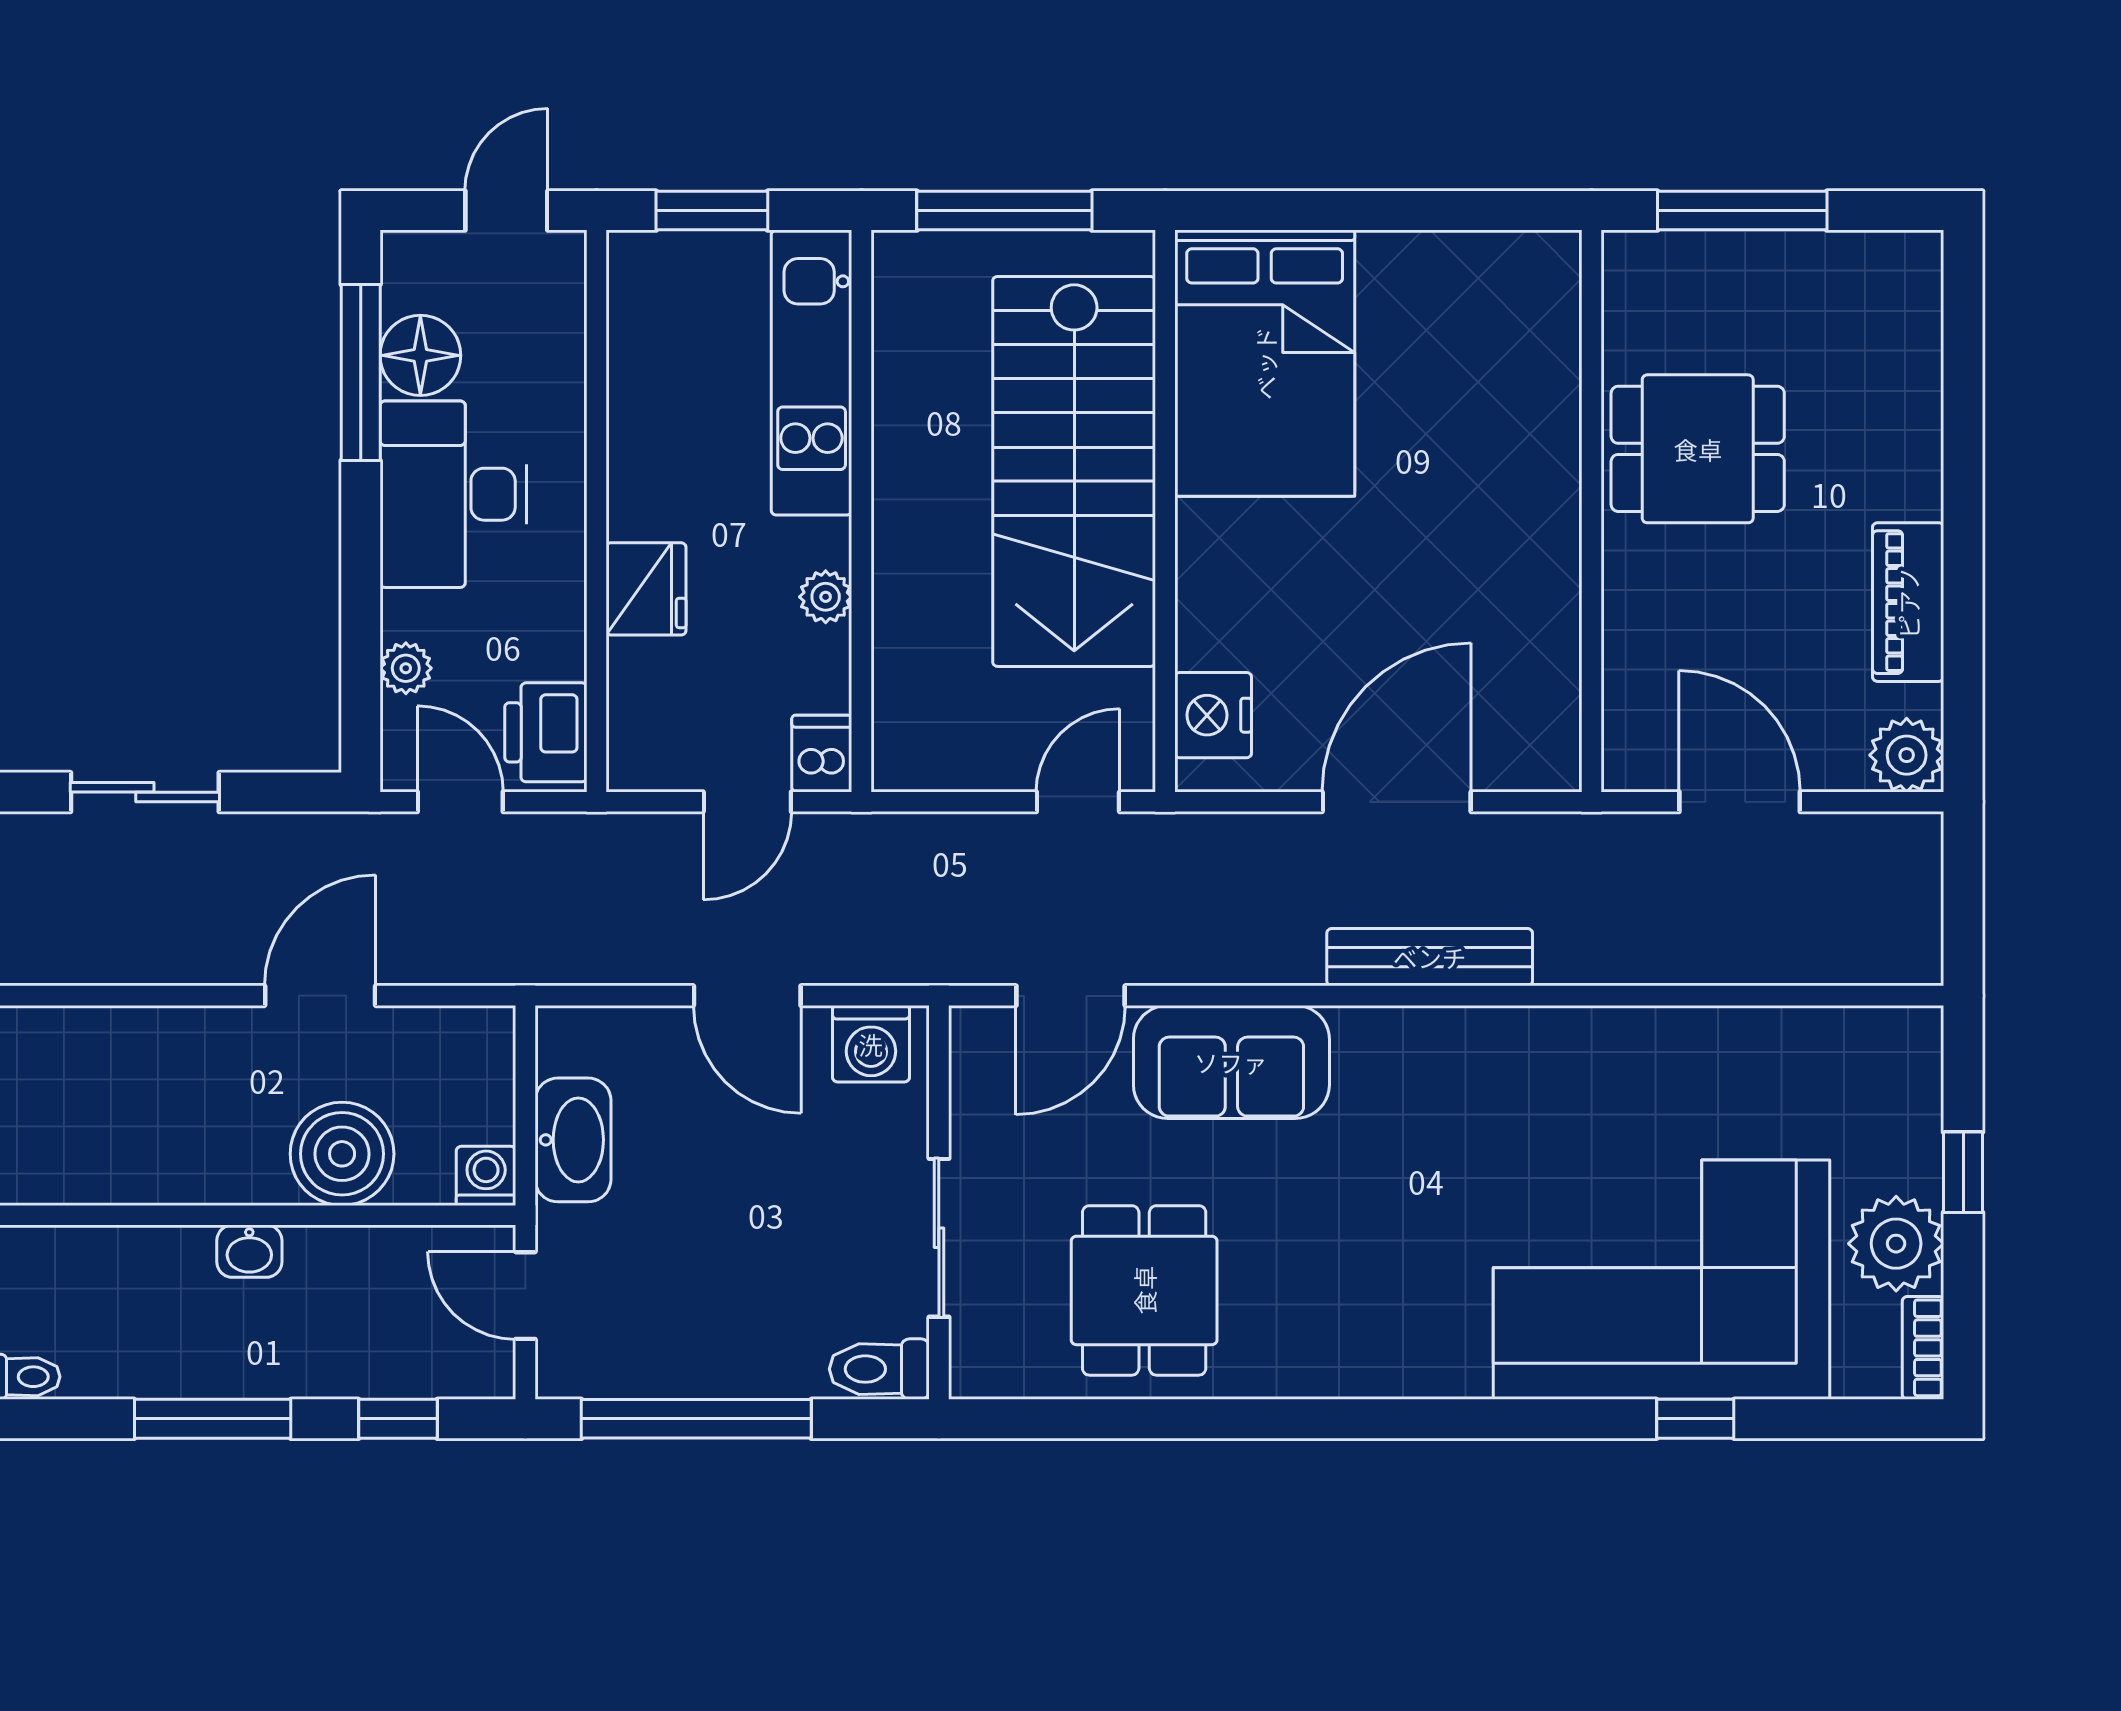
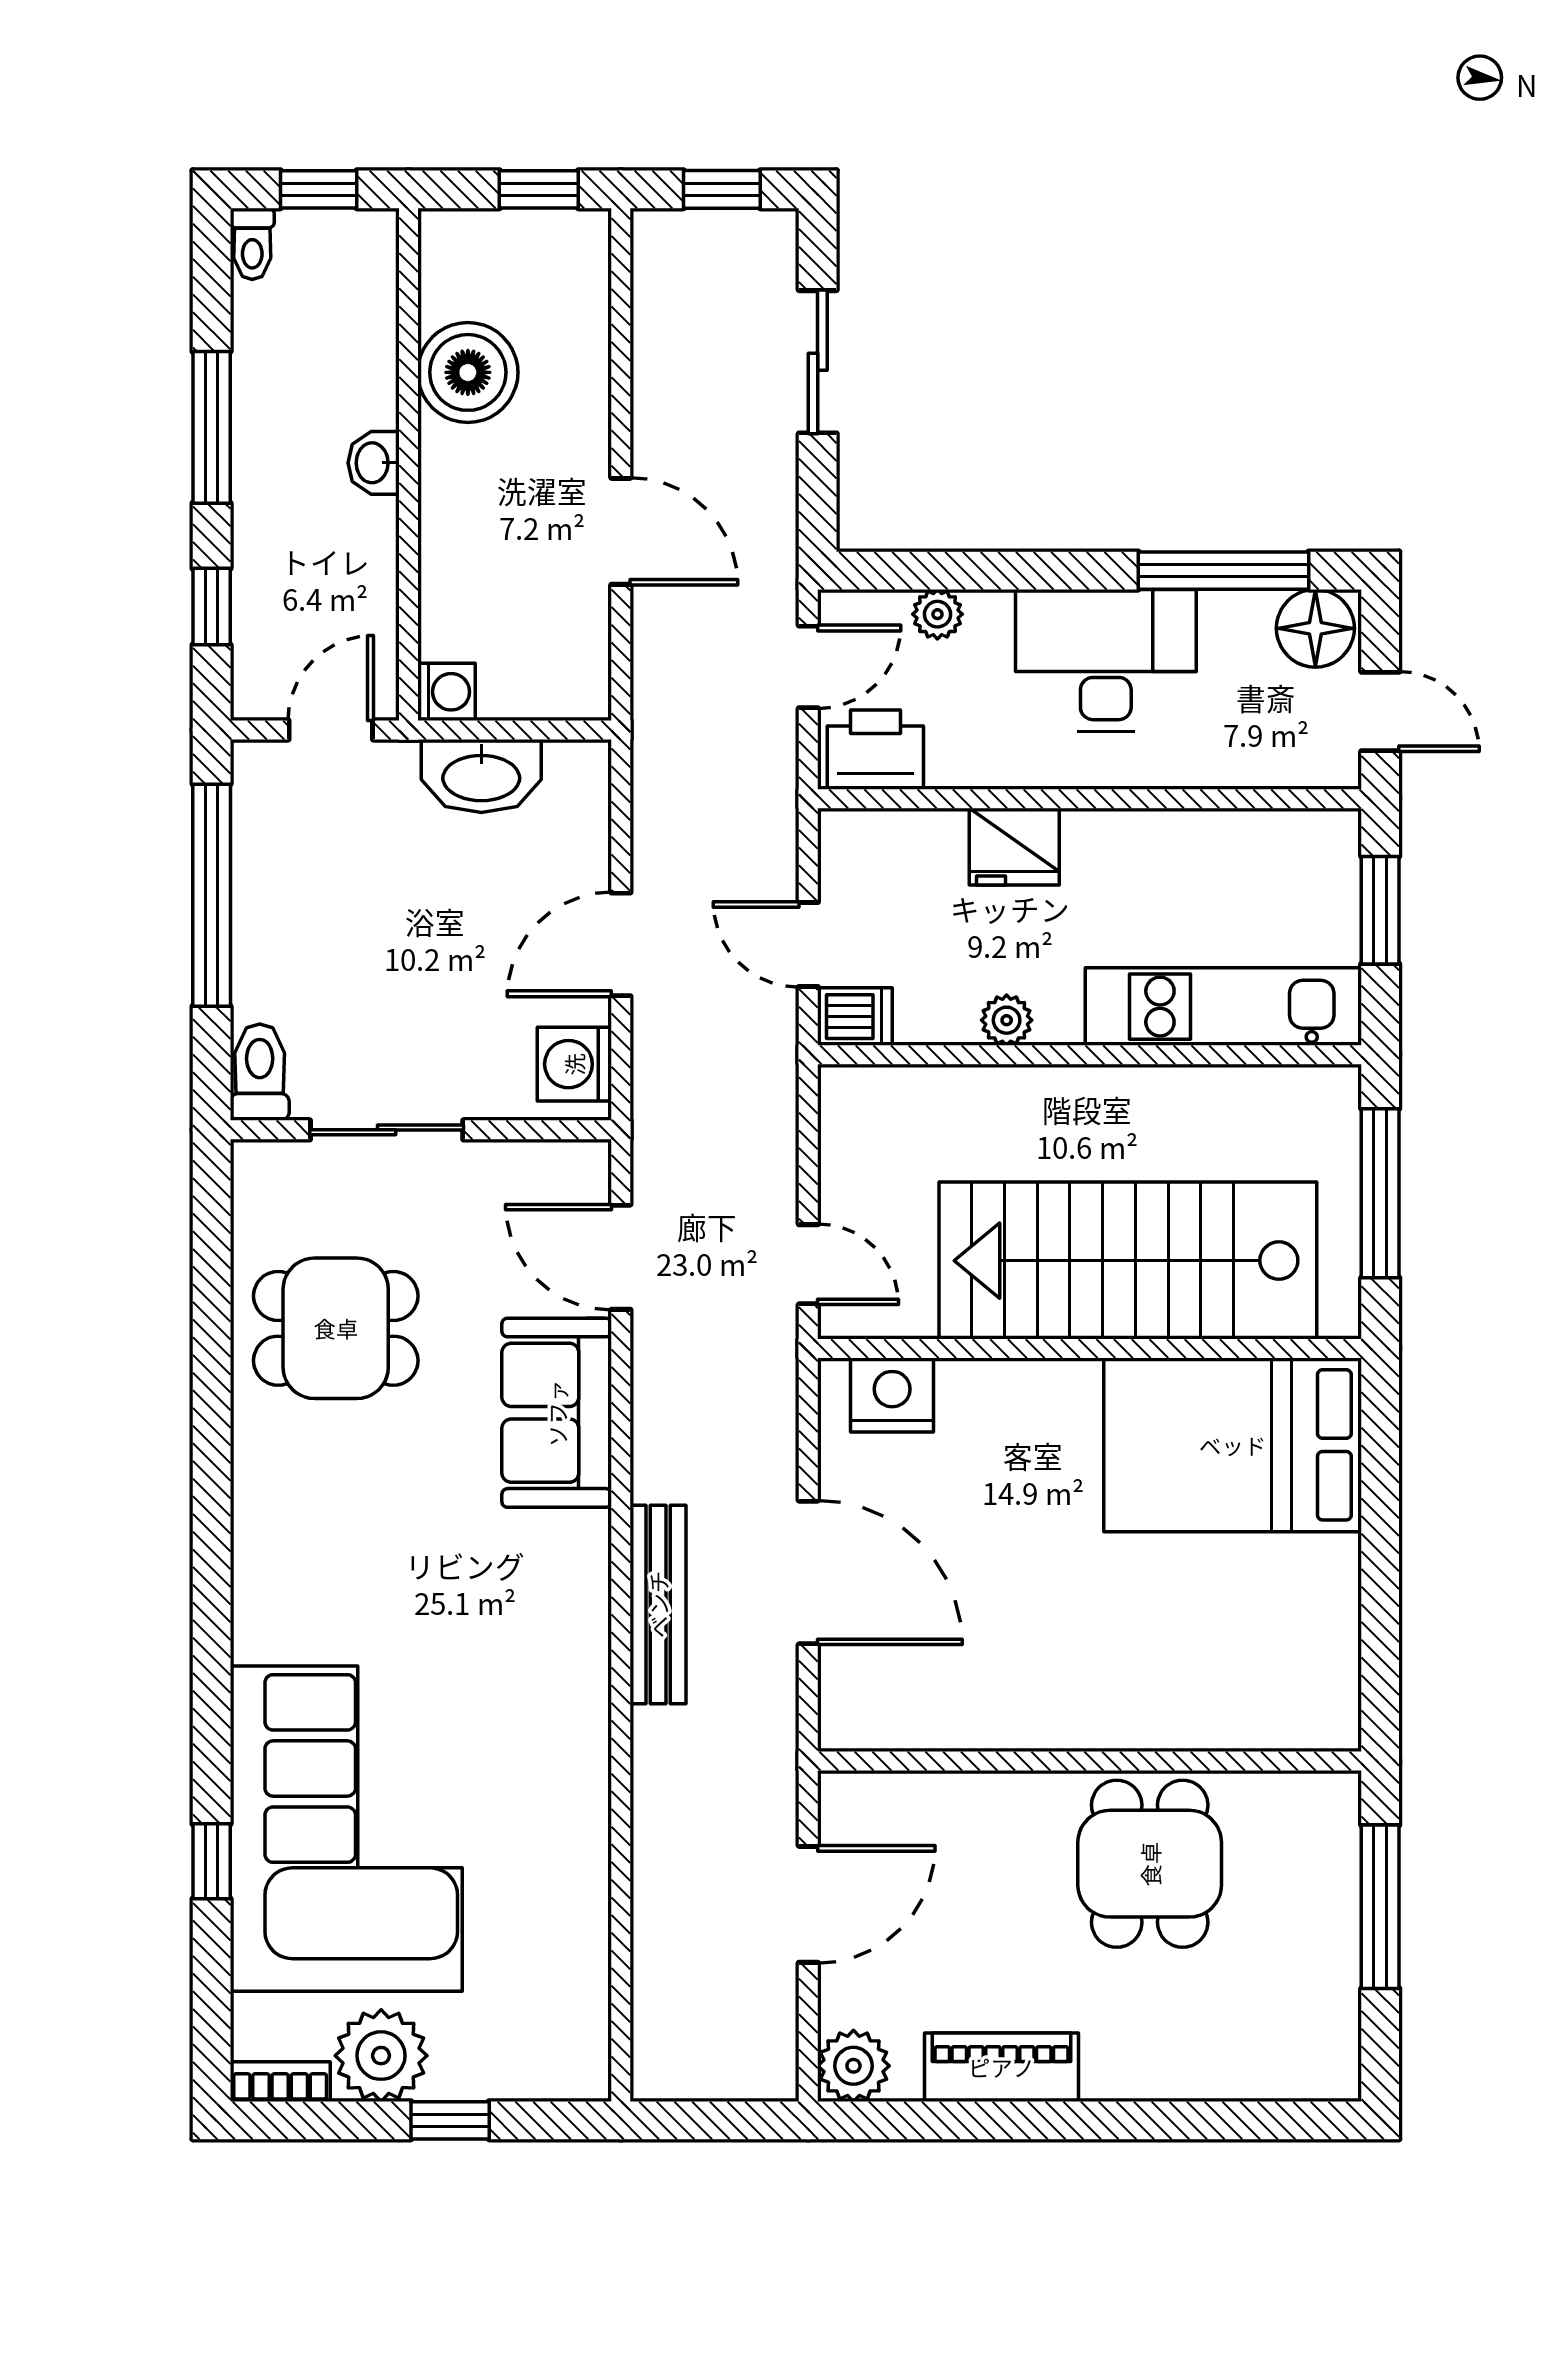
floor lamp: (420, 355) -> (1315, 628), moved
boiler: (342, 1154) -> (468, 372), moved

